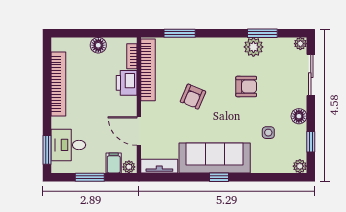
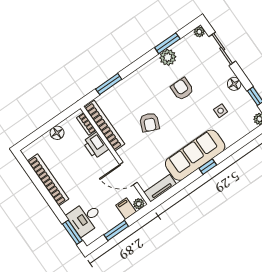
armchair: (246, 86) -> (182, 89), turned -90

